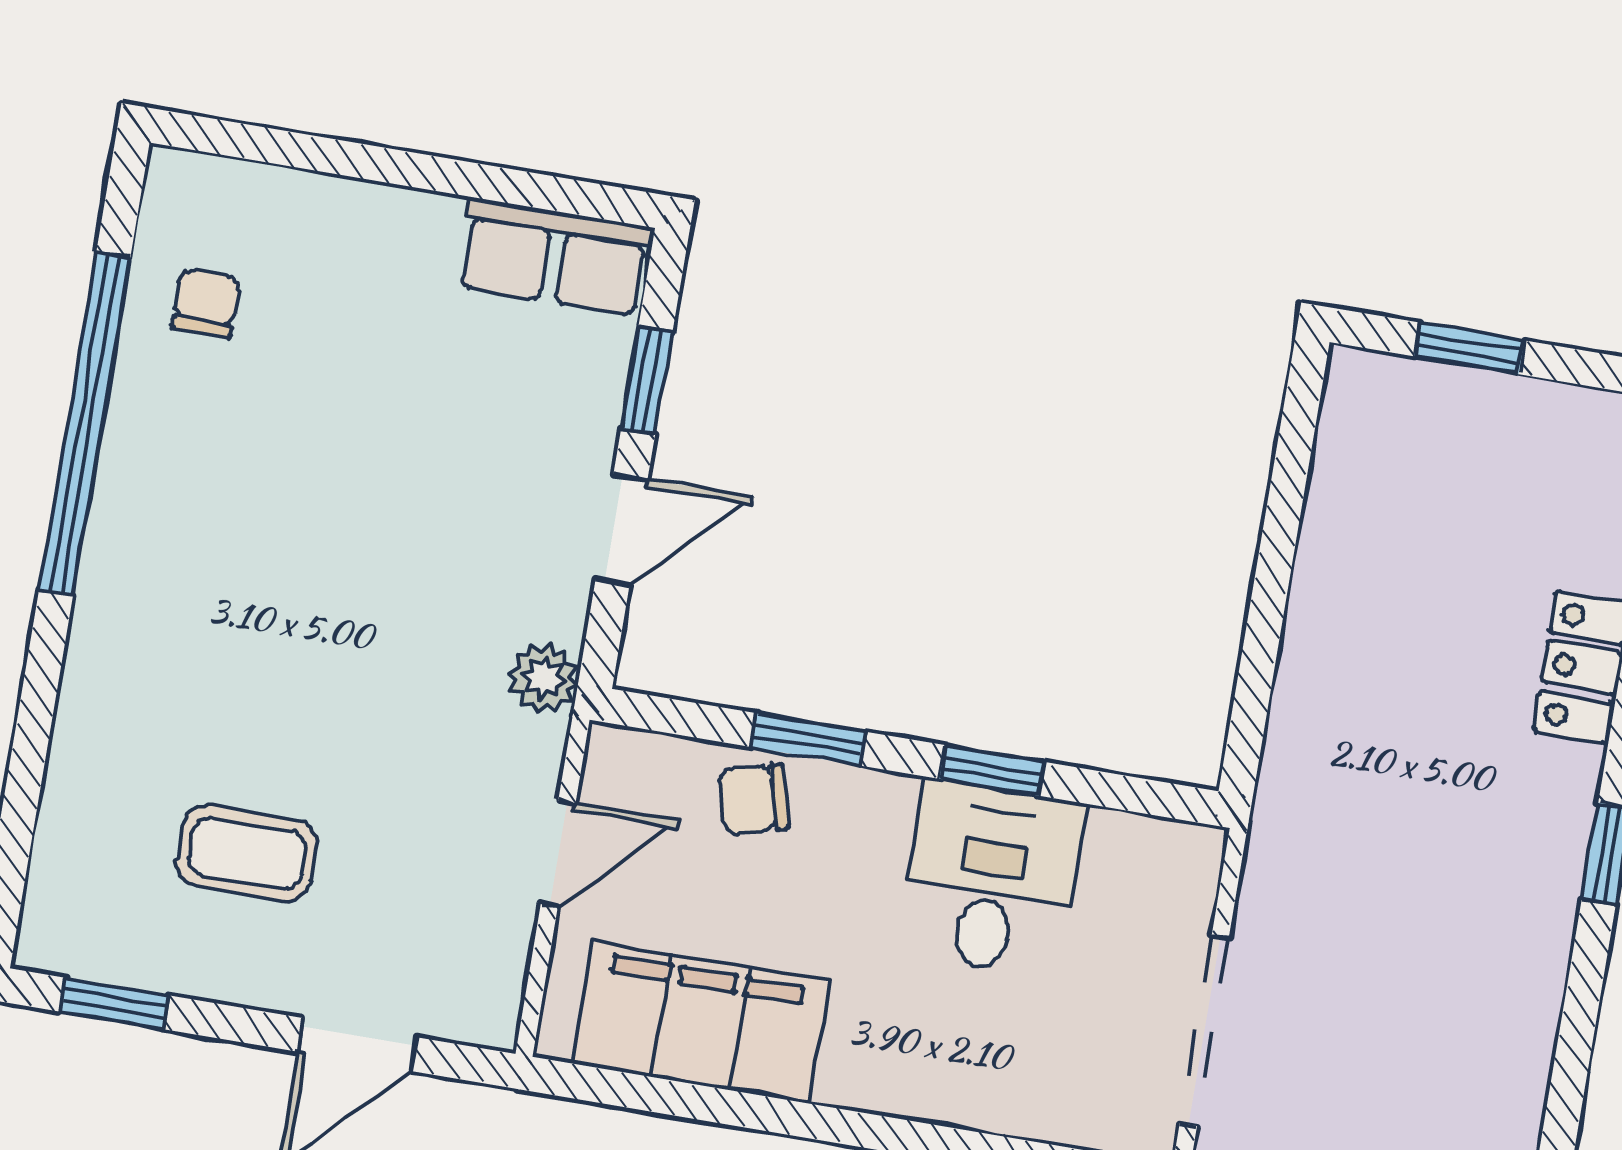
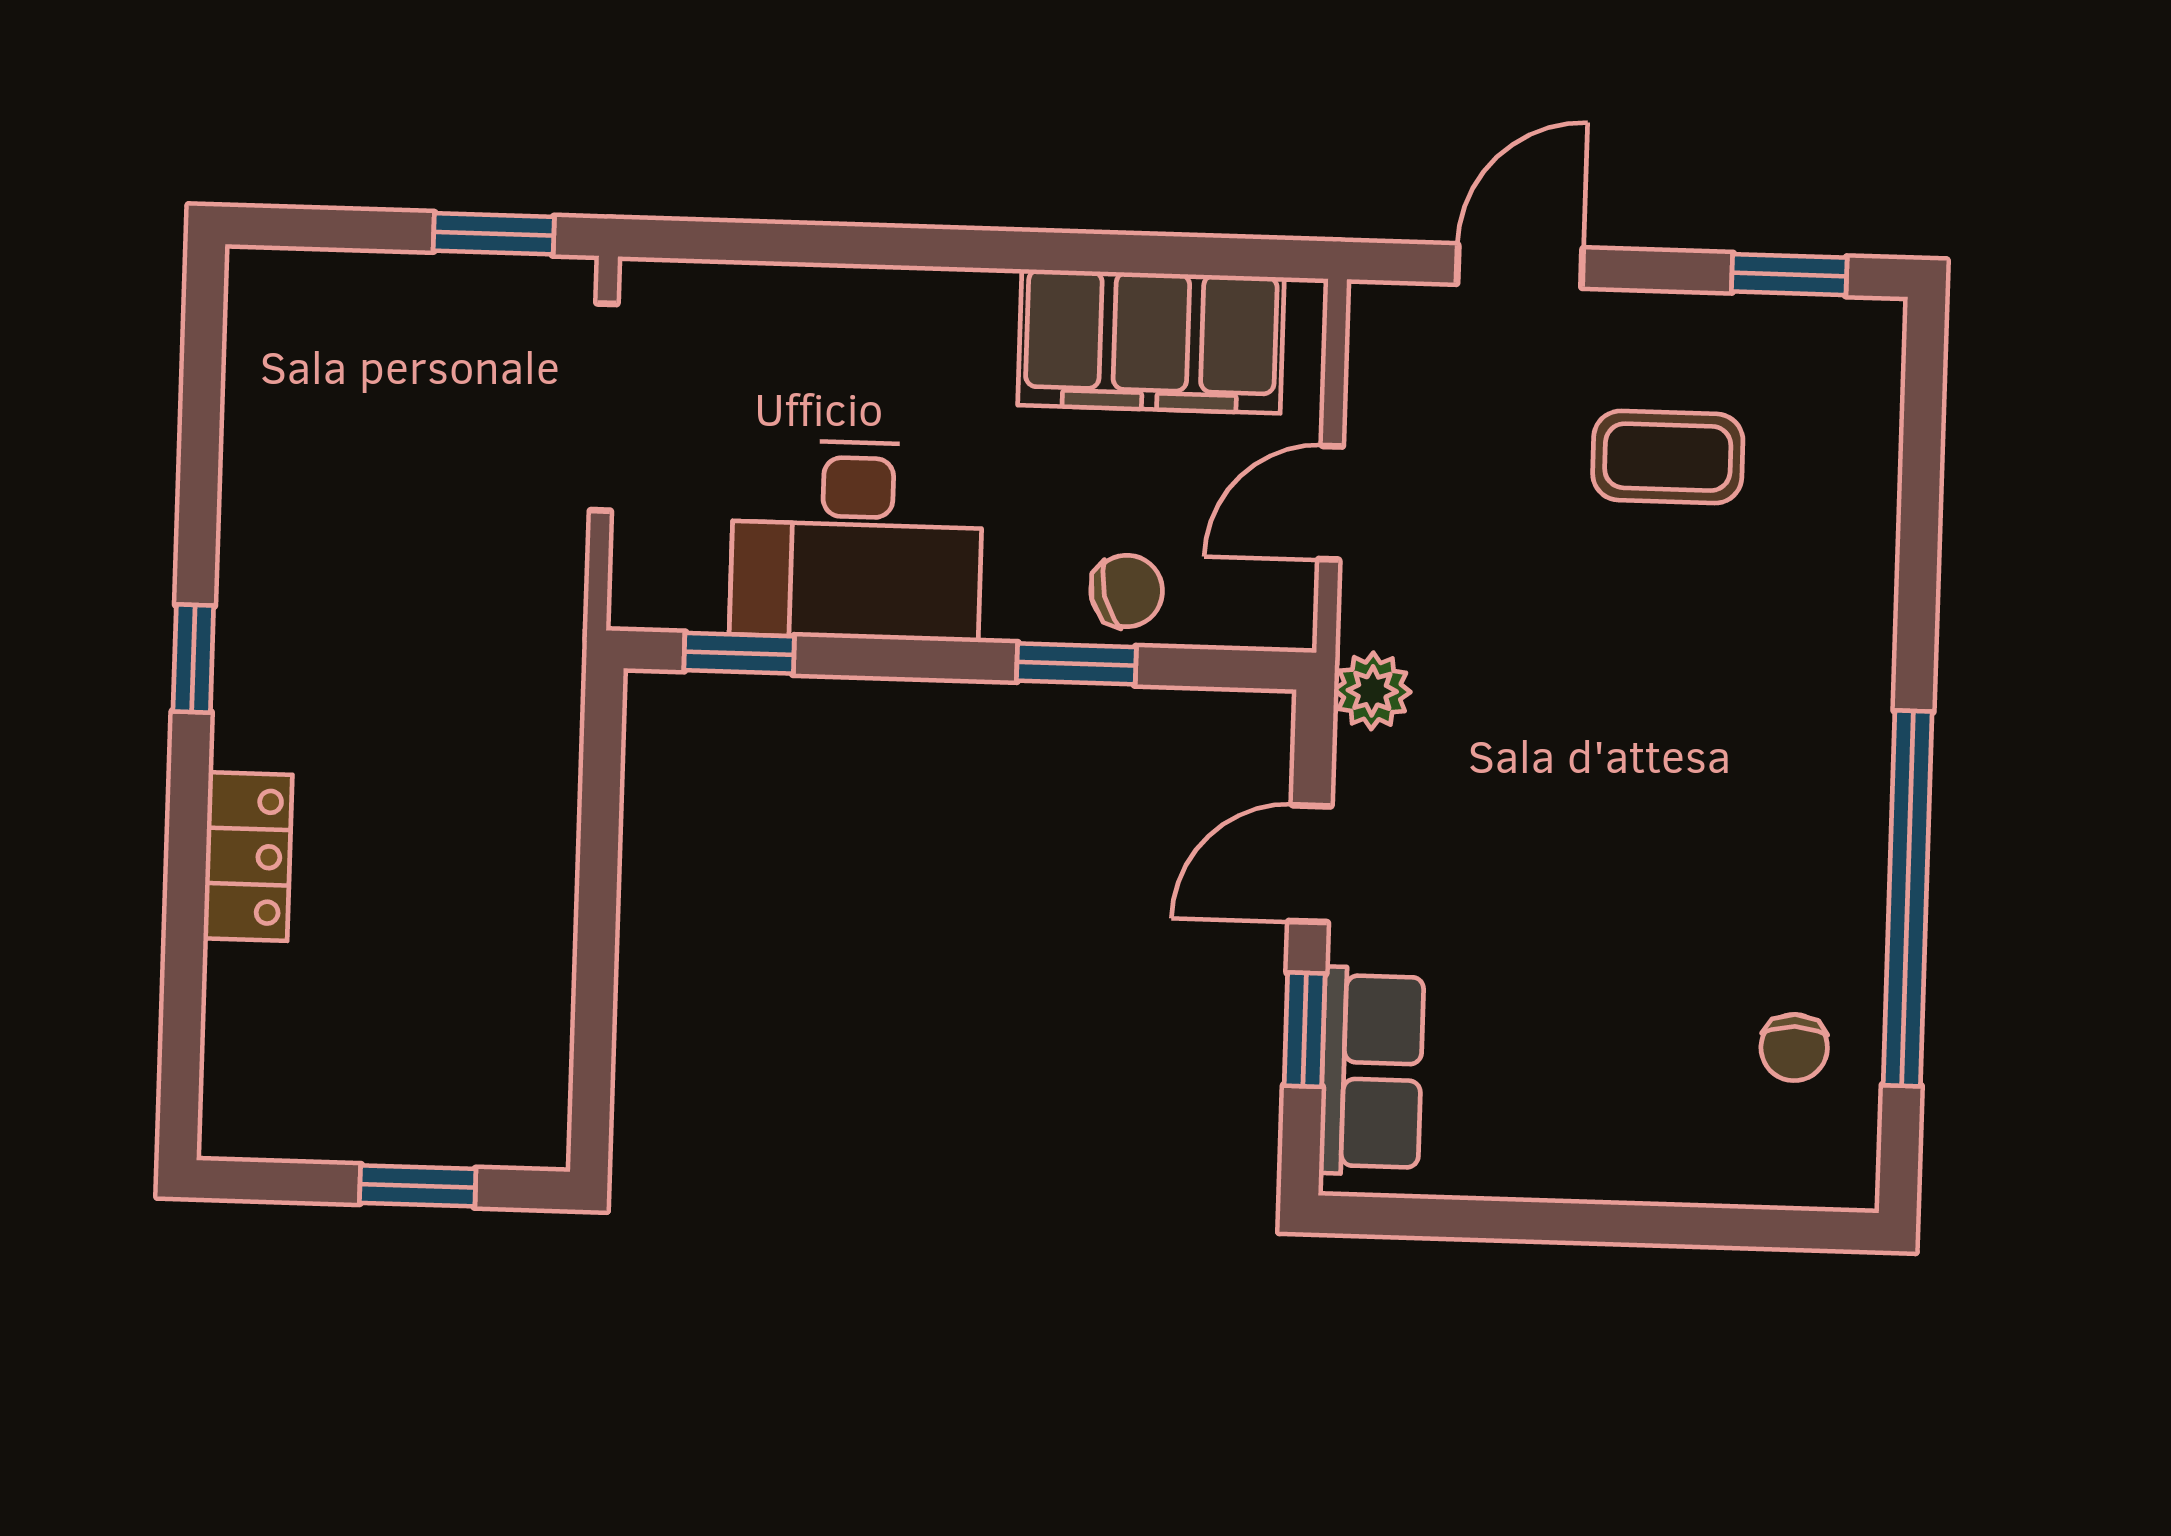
row of seats: (555, 257) -> (1371, 1071), moved, turned 90
window: (992, 770) -> (739, 653), moved
desk: (992, 878) -> (857, 540), width x1.37

